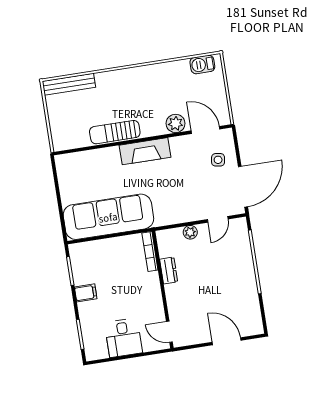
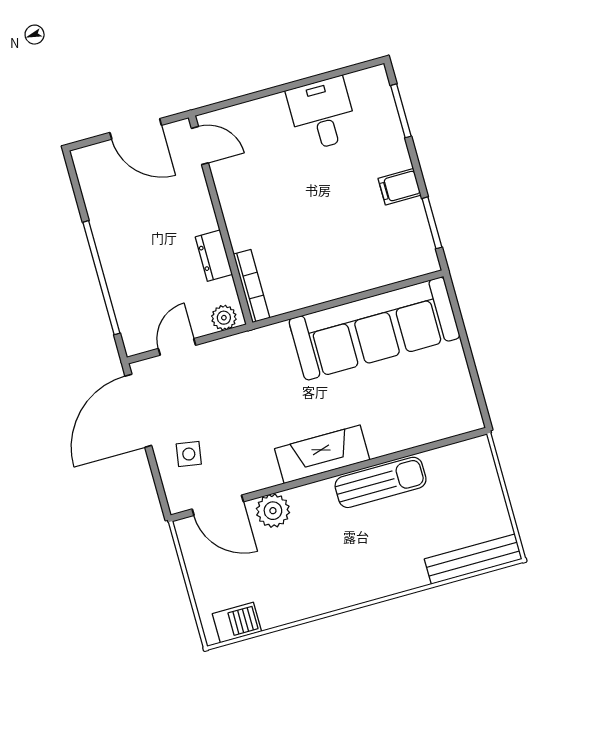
bookcase: (150, 251) -> (252, 286), moved
dresser: (169, 271) -> (214, 256), moved
wall: (163, 290) -> (221, 220), moved
door: (169, 332) -> (200, 146), moved

